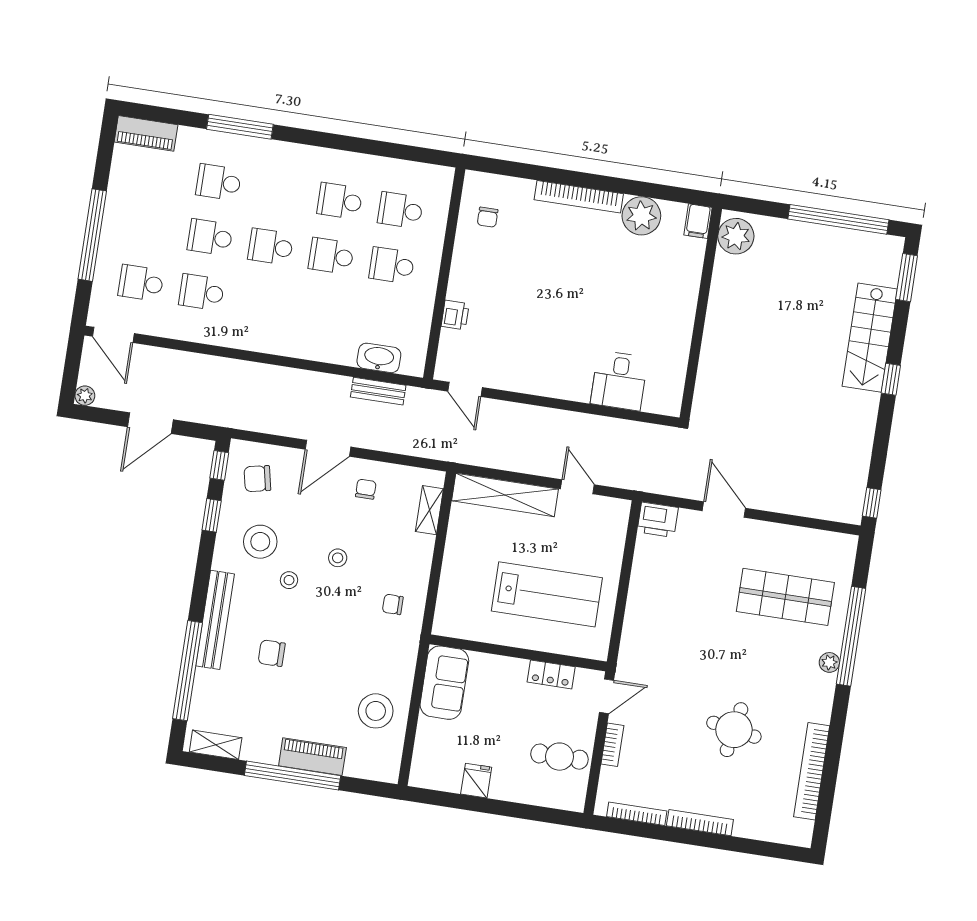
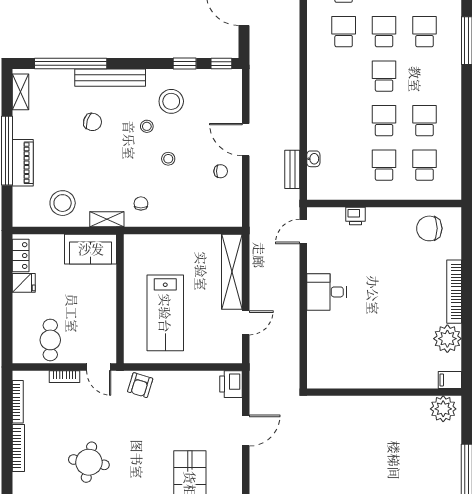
chair: (488, 217) -> (429, 228), width x1.87, depth x1.87
washbasin: (379, 358) -> (313, 159), width x0.52, depth x0.69
desk: (619, 381) -> (327, 292), moved
chair: (257, 479) -> (216, 92), removed
shelving: (429, 510) -> (107, 219), moved
armchair: (640, 644) -> (140, 385), added
chair: (272, 653) -> (93, 122), turned 108
locker: (551, 674) -> (21, 256), moved, turned 180

